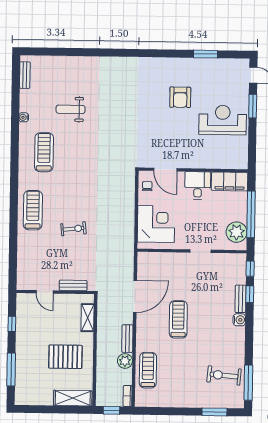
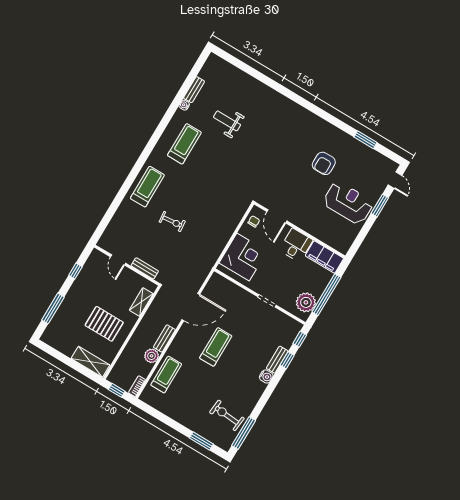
bench: (25, 75) -> (194, 90), moved

